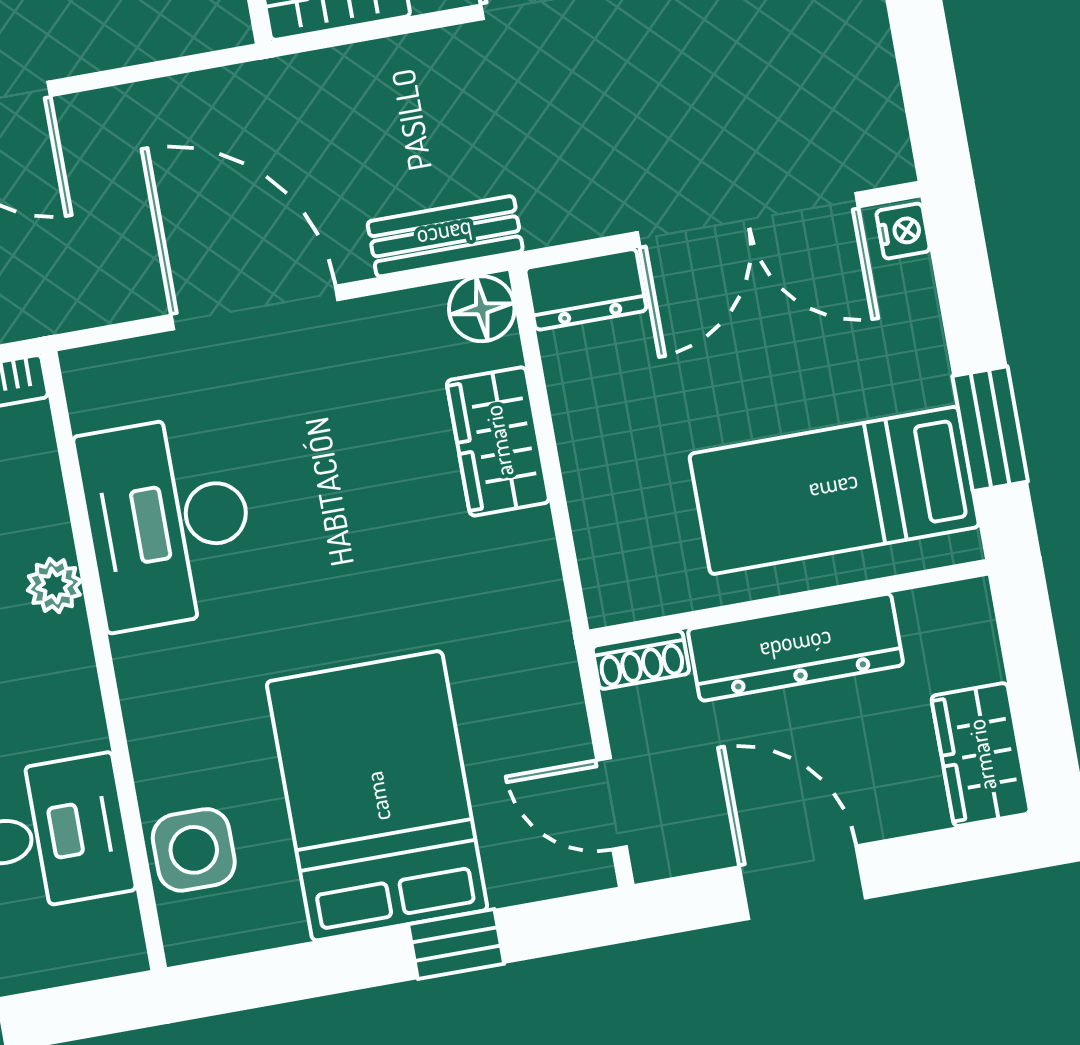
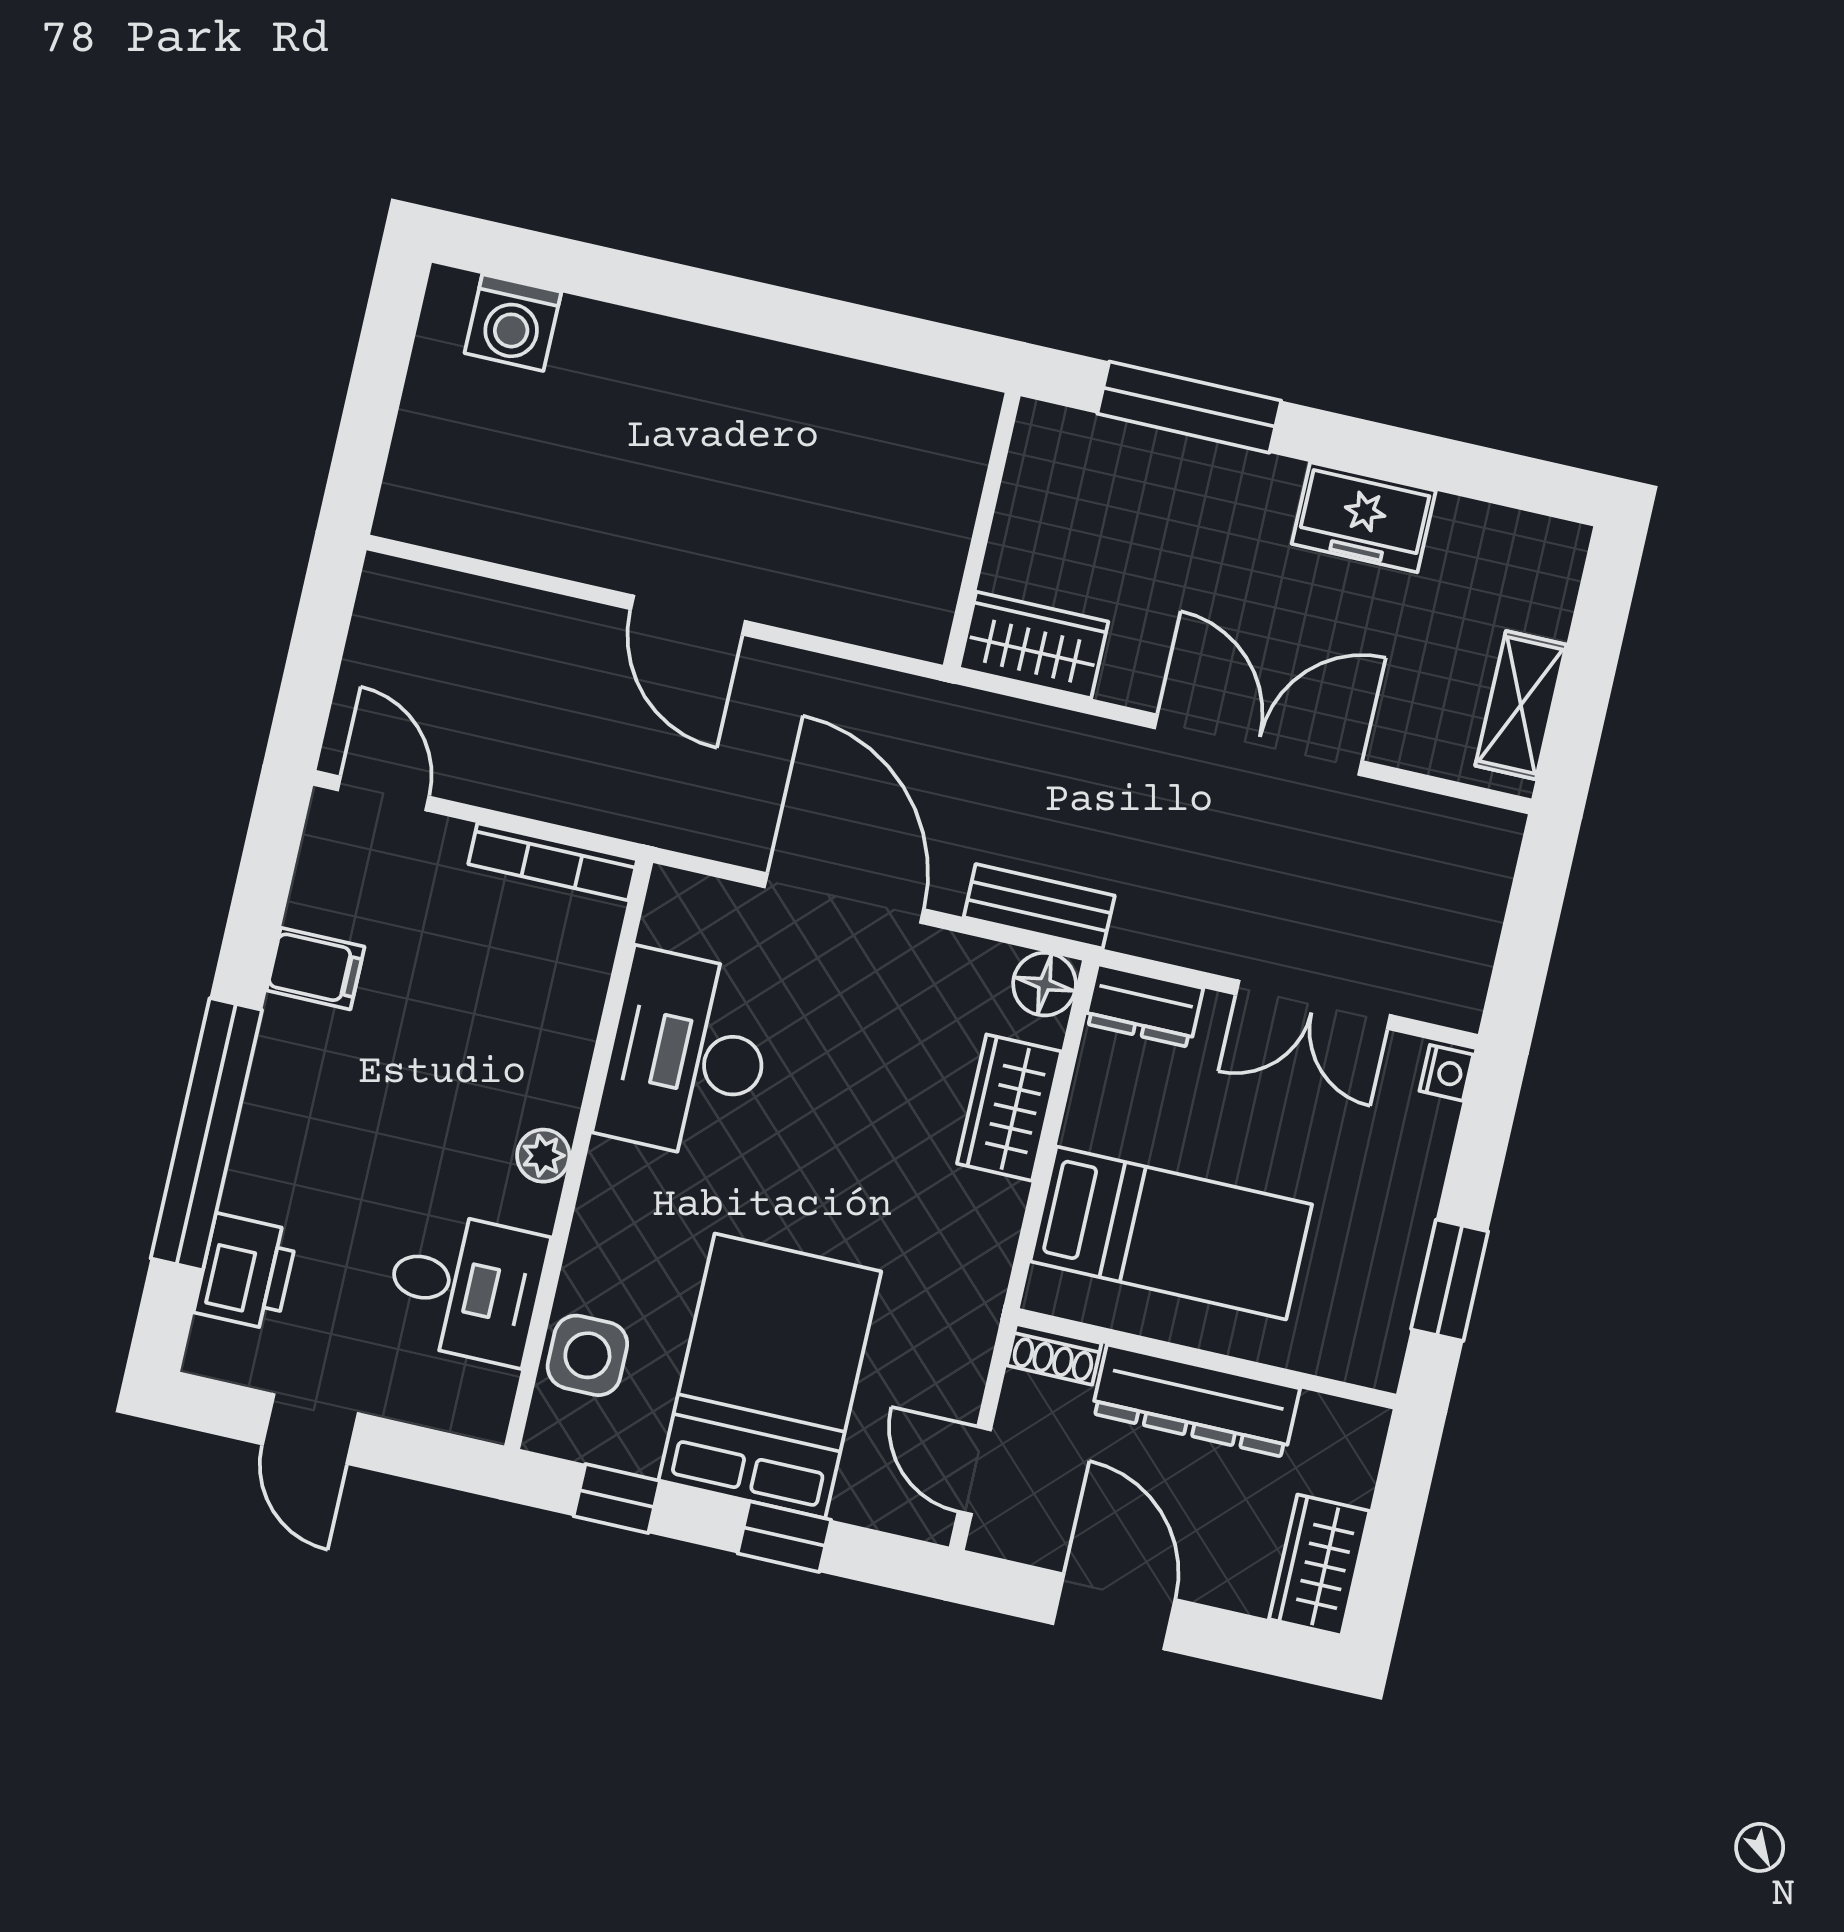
double door: (748, 220) -> (1313, 1005), width x0.73
bed: (834, 490) -> (1171, 1233), moved, turned 180
plant: (54, 586) -> (543, 1156), moved
window: (280, 975) -> (617, 1499), added

